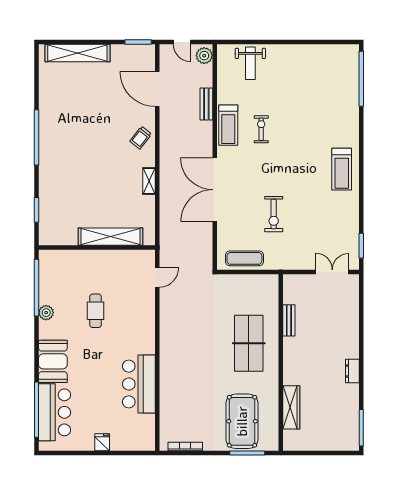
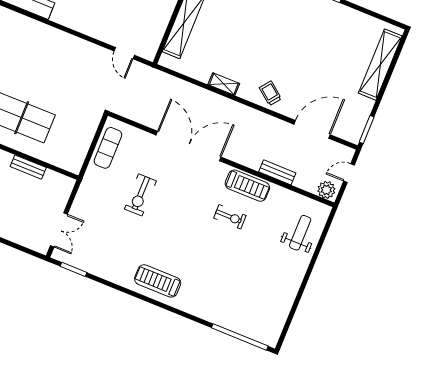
weight bench: (250, 63) -> (300, 233), turned 90
treadmill: (228, 125) -> (247, 186), turned 180
exercise bike: (274, 214) -> (140, 195), turned -90

